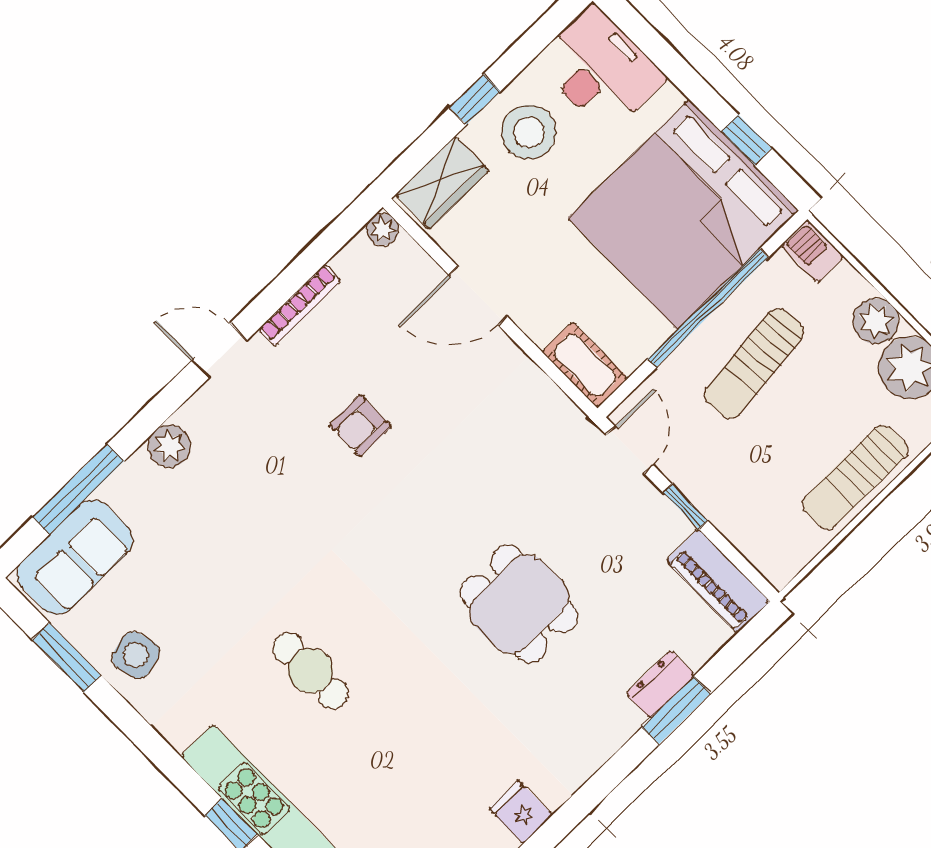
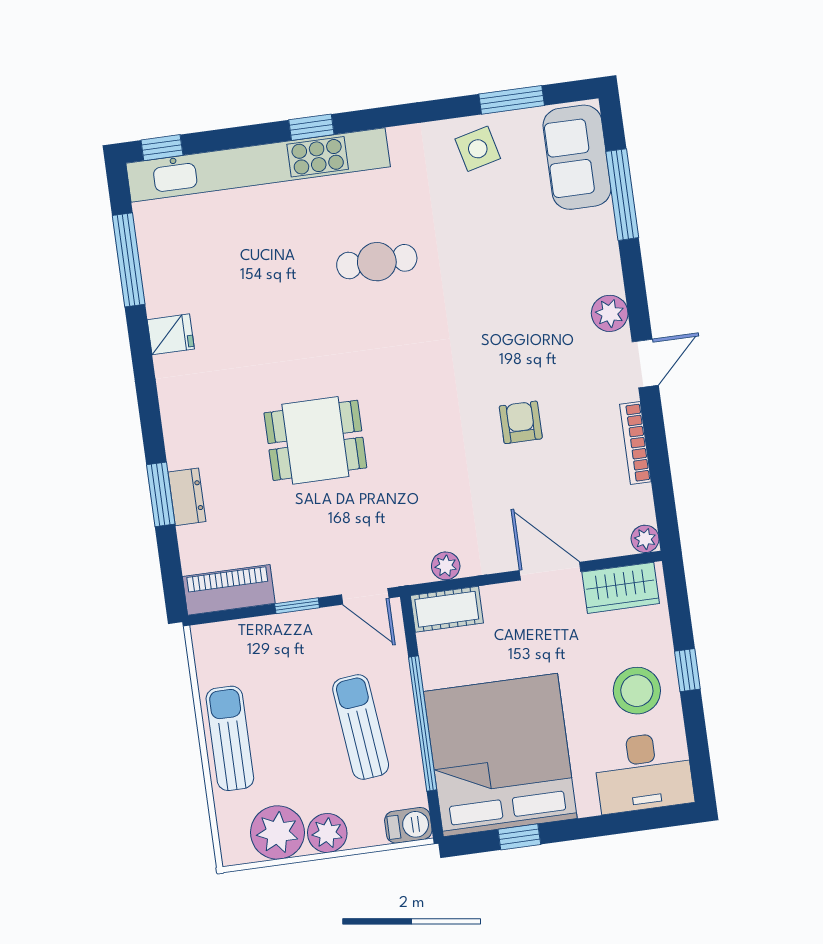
wardrobe: (442, 183) -> (621, 588), moved, turned -90
door: (478, 296) -> (550, 571), hinge flipped
plant: (546, 396) -> (446, 566), added
plant: (169, 446) -> (610, 313), moved

